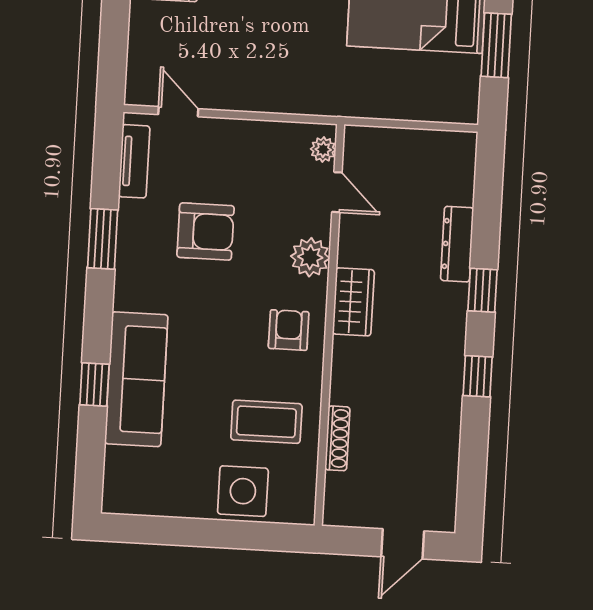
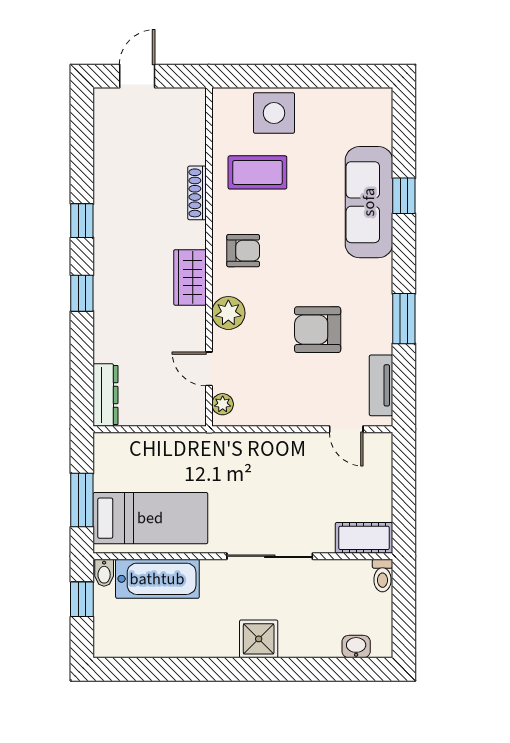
dresser: (457, 244) -> (106, 395), moved
armchair: (289, 330) -> (243, 251), turned -90
shoe rack: (337, 438) -> (197, 193), moved

